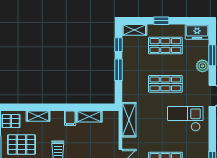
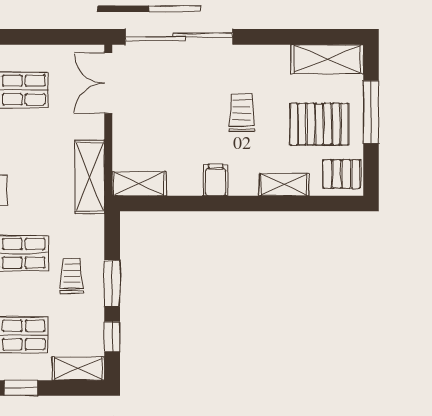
trolley: (138, 73) -> (72, 276), added
shelving: (89, 116) -> (139, 184), moved

